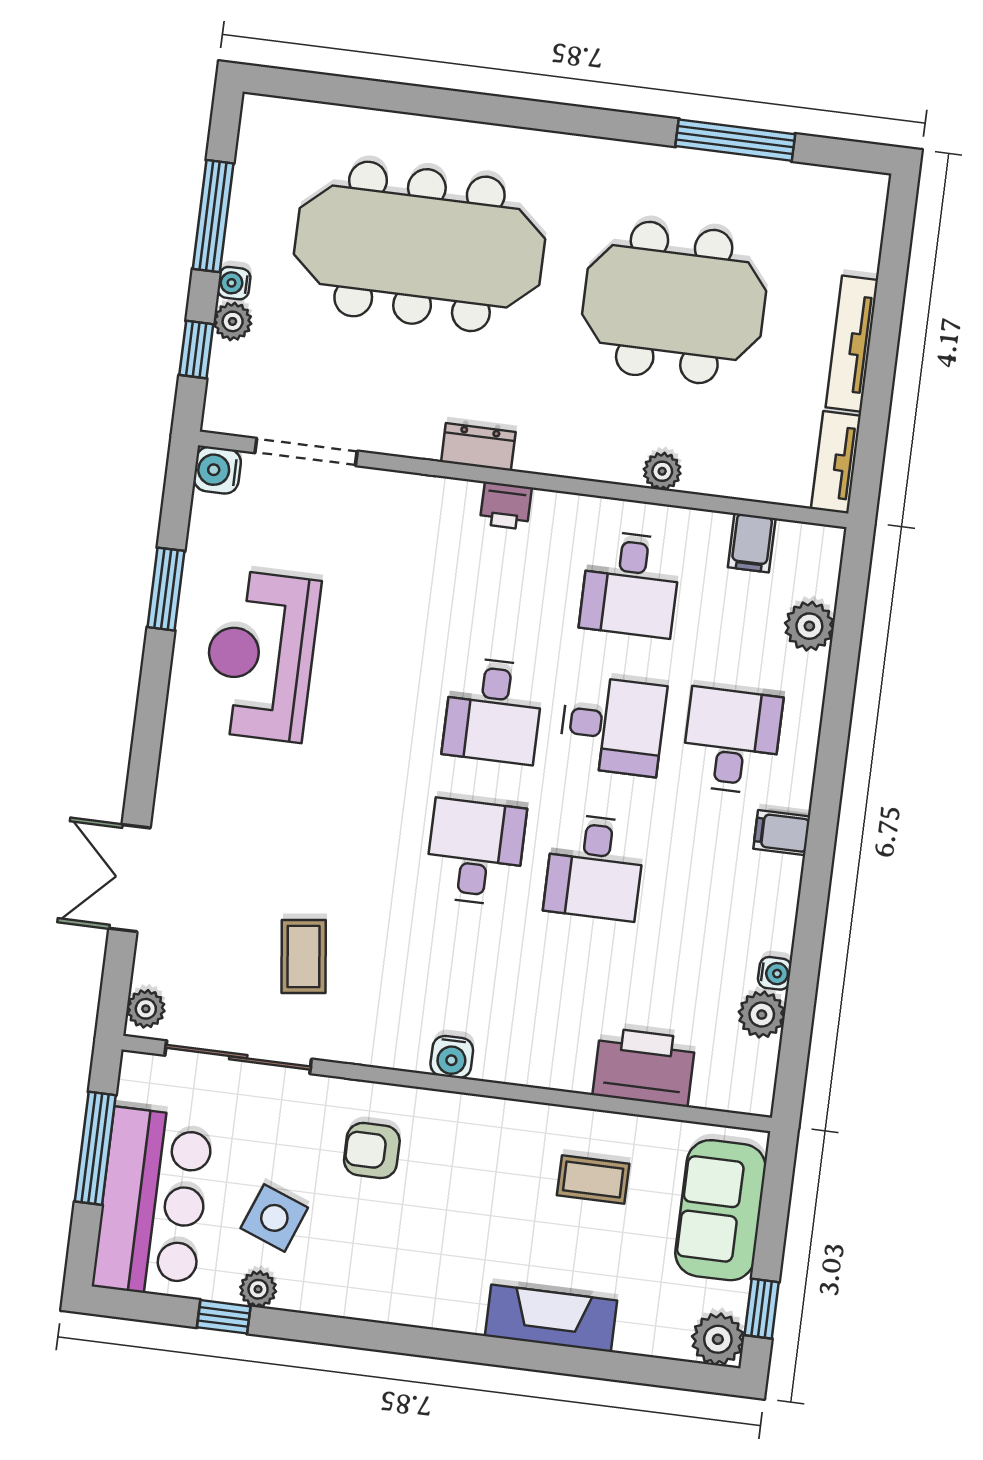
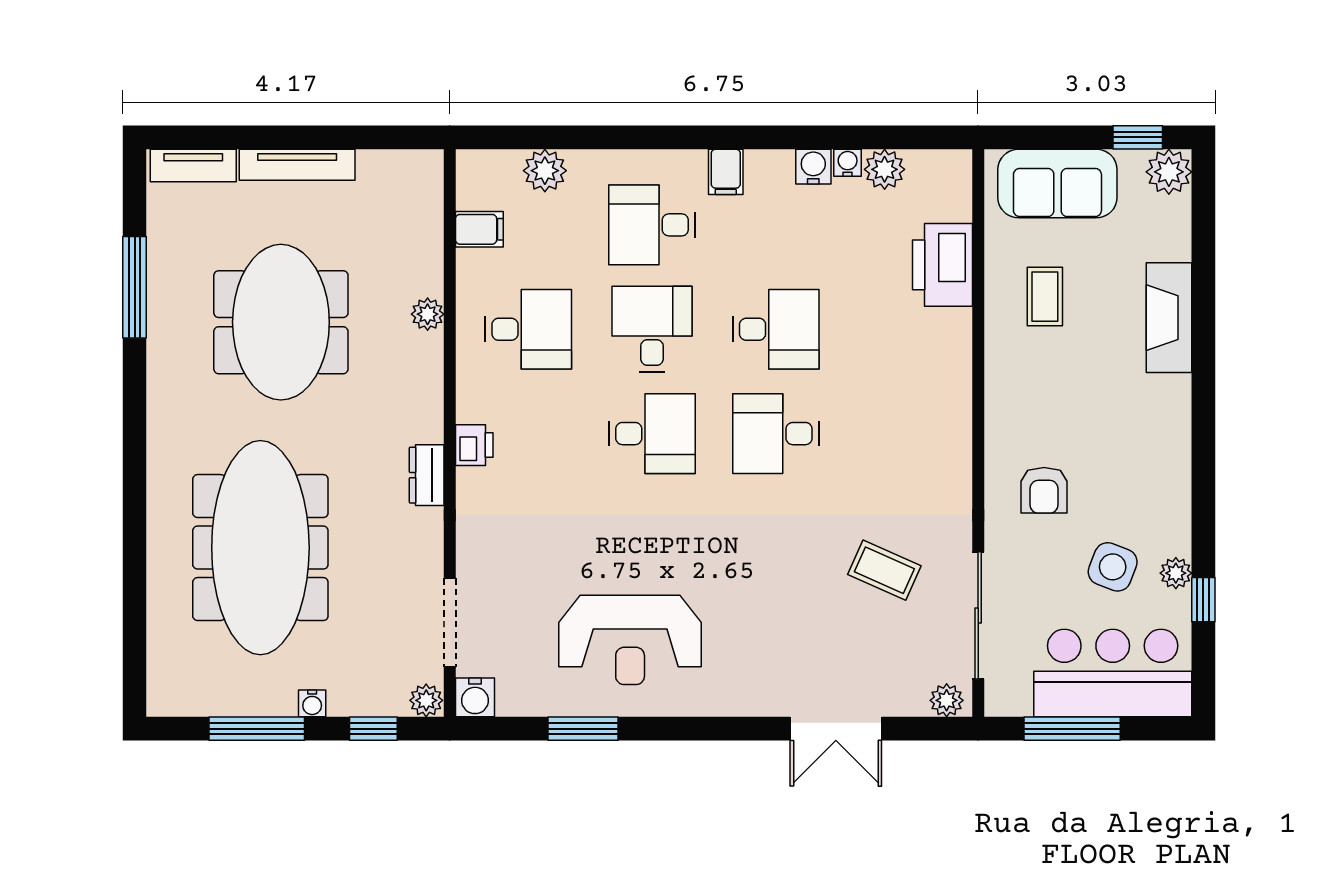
plant: (233, 321) -> (426, 700), moved
tv unit: (836, 462) -> (193, 166), moved
coffee table: (304, 956) -> (884, 570), turned 31
water cooler: (452, 1057) -> (813, 167), moved, turned -90

